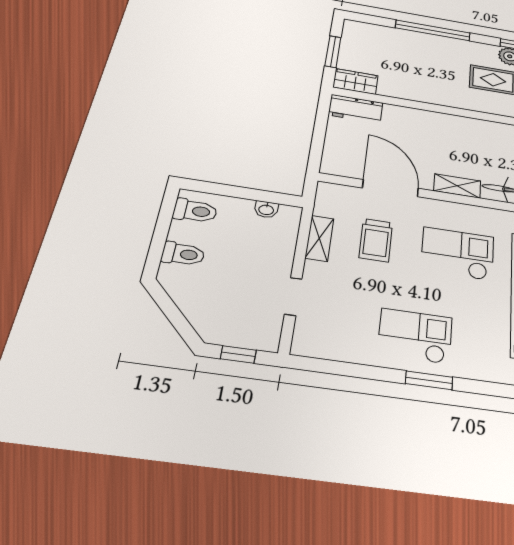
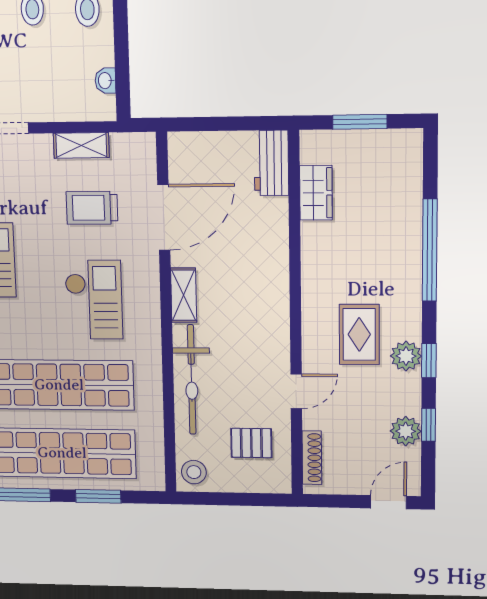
wardrobe: (355, 81) -> (316, 193), moved

